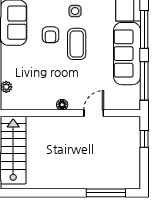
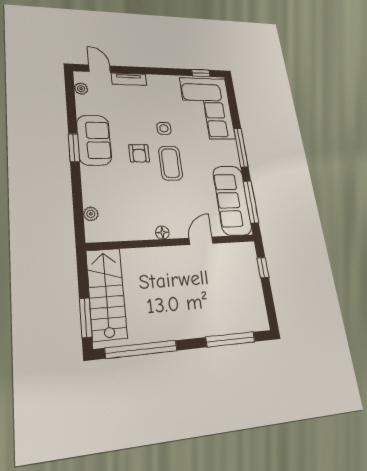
sofa: (127, 54) -> (232, 200), moved
window: (35, 193) -> (141, 349), added

